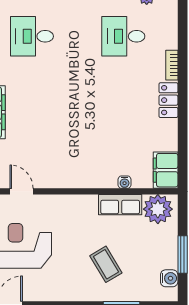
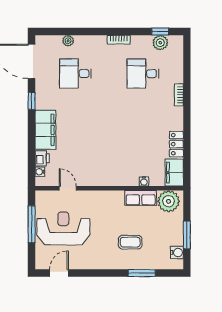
locker: (168, 100) -> (176, 144), moved
coffee table: (106, 264) -> (130, 242), turned -59

